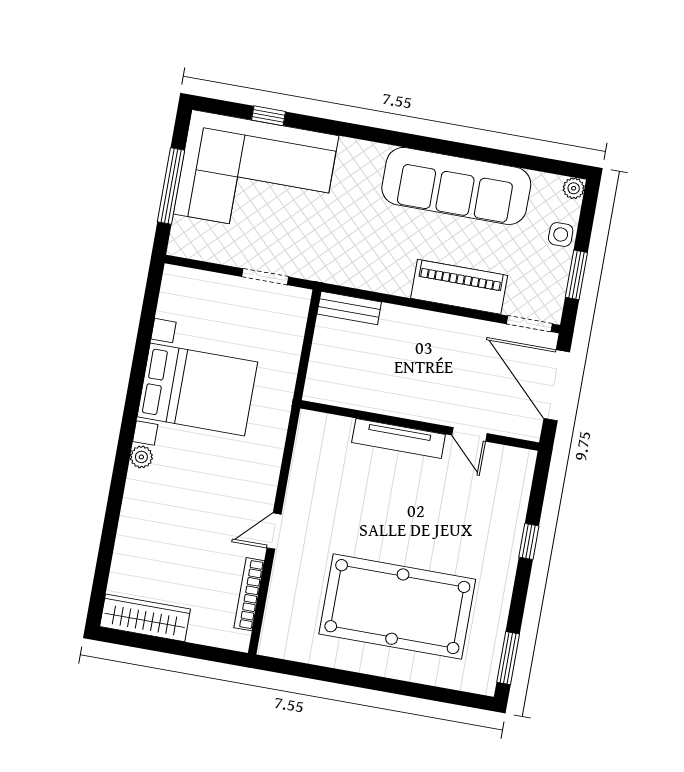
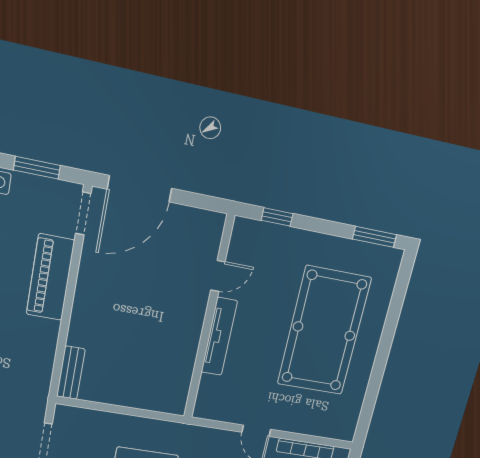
wall: (420, 425) -> (209, 319), moved
door: (469, 434) -> (218, 276), moved
tv unit: (399, 439) -> (219, 337), moved

